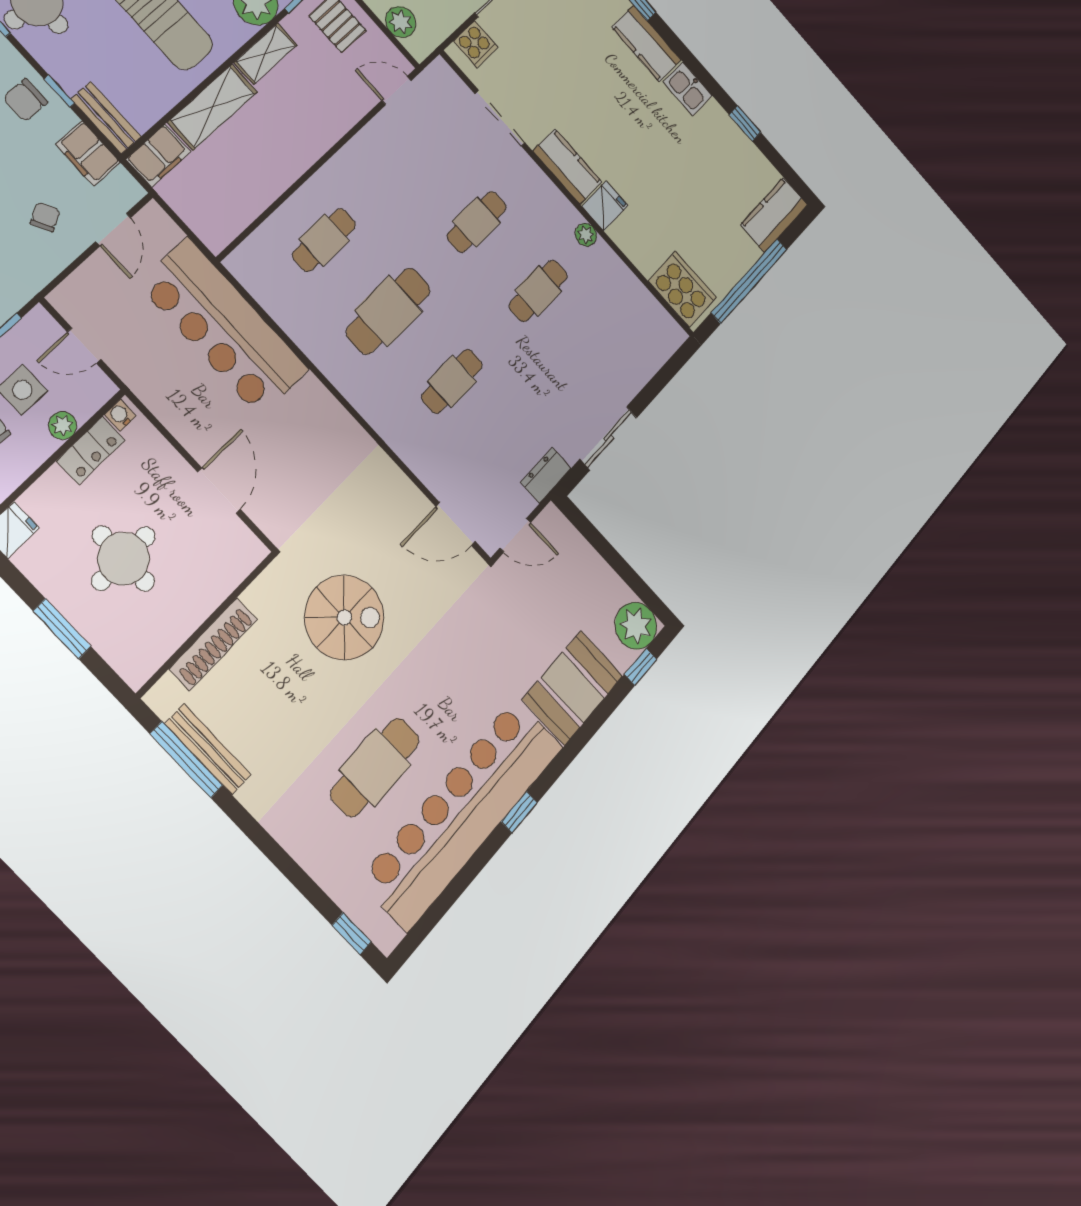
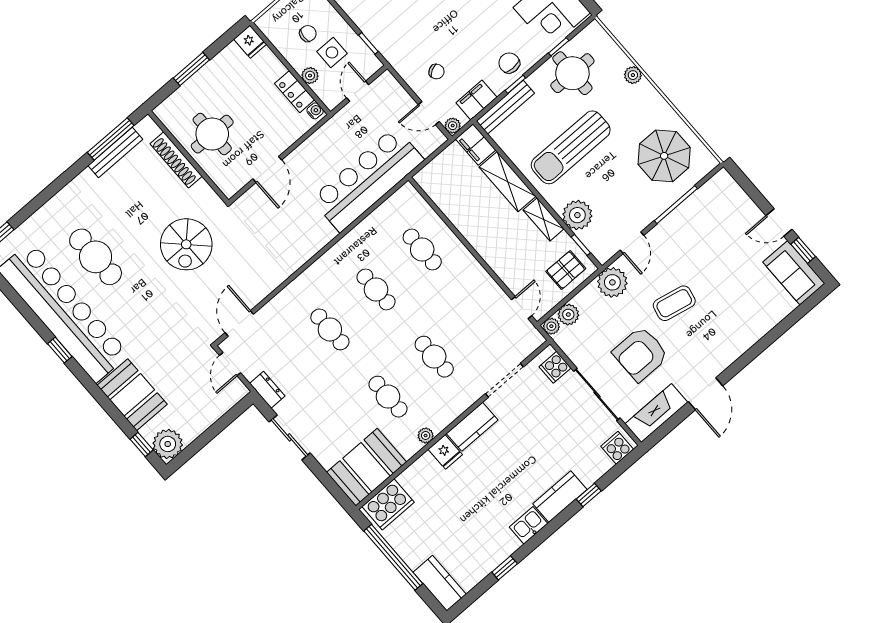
plant: (419, 47) -> (551, 326), added
bench: (106, 118) -> (505, 107), width x1.36
plant: (131, 192) -> (453, 126), added
cafe table: (388, 311) -> (376, 289), width x0.73, depth x0.74
booth: (637, 321) -> (367, 467), added
door: (219, 491) -> (267, 169), hinge flipped
round table: (123, 559) -> (212, 134), moved

